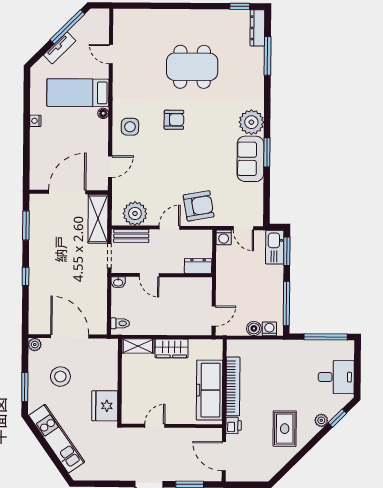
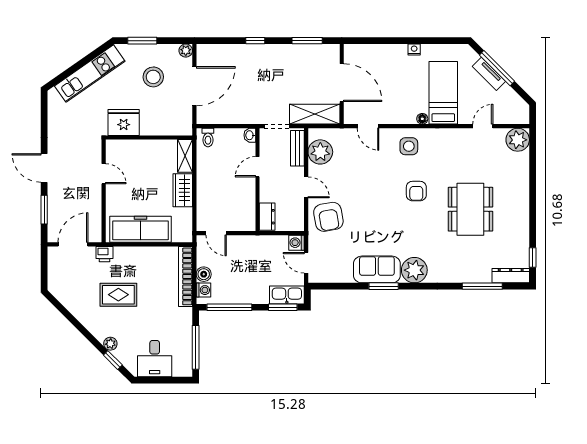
plant: (124, 20) -> (518, 140), added
window: (67, 27) -> (497, 68), moved
door: (243, 228) -> (306, 263), hinge flipped
bookcase: (233, 386) -> (186, 276), moved, turned 90
rug: (285, 429) -> (118, 295), moved

